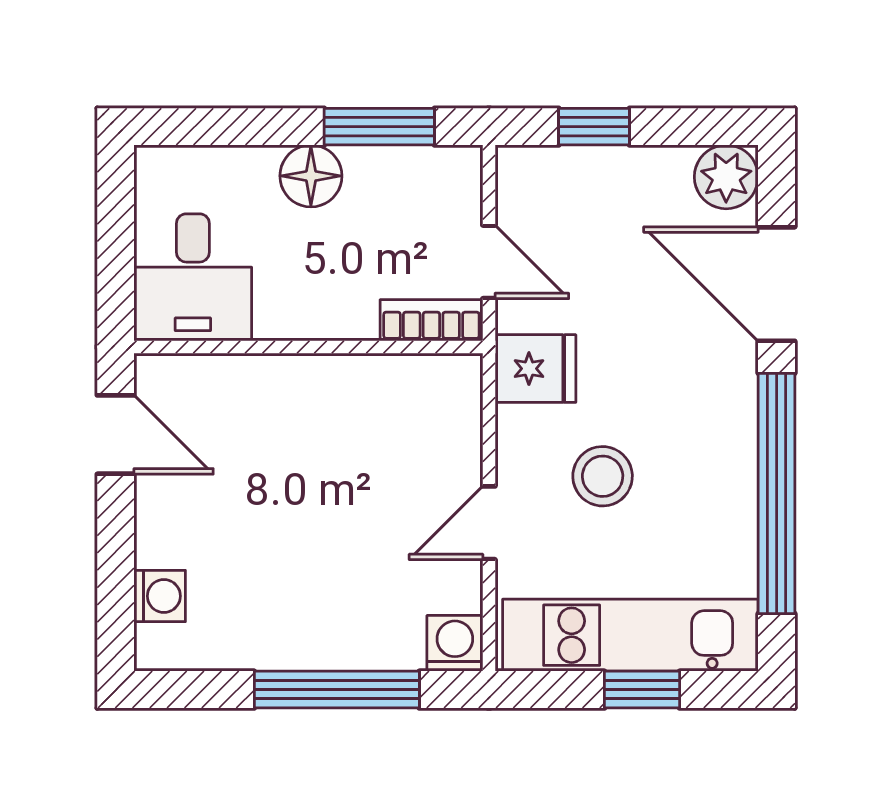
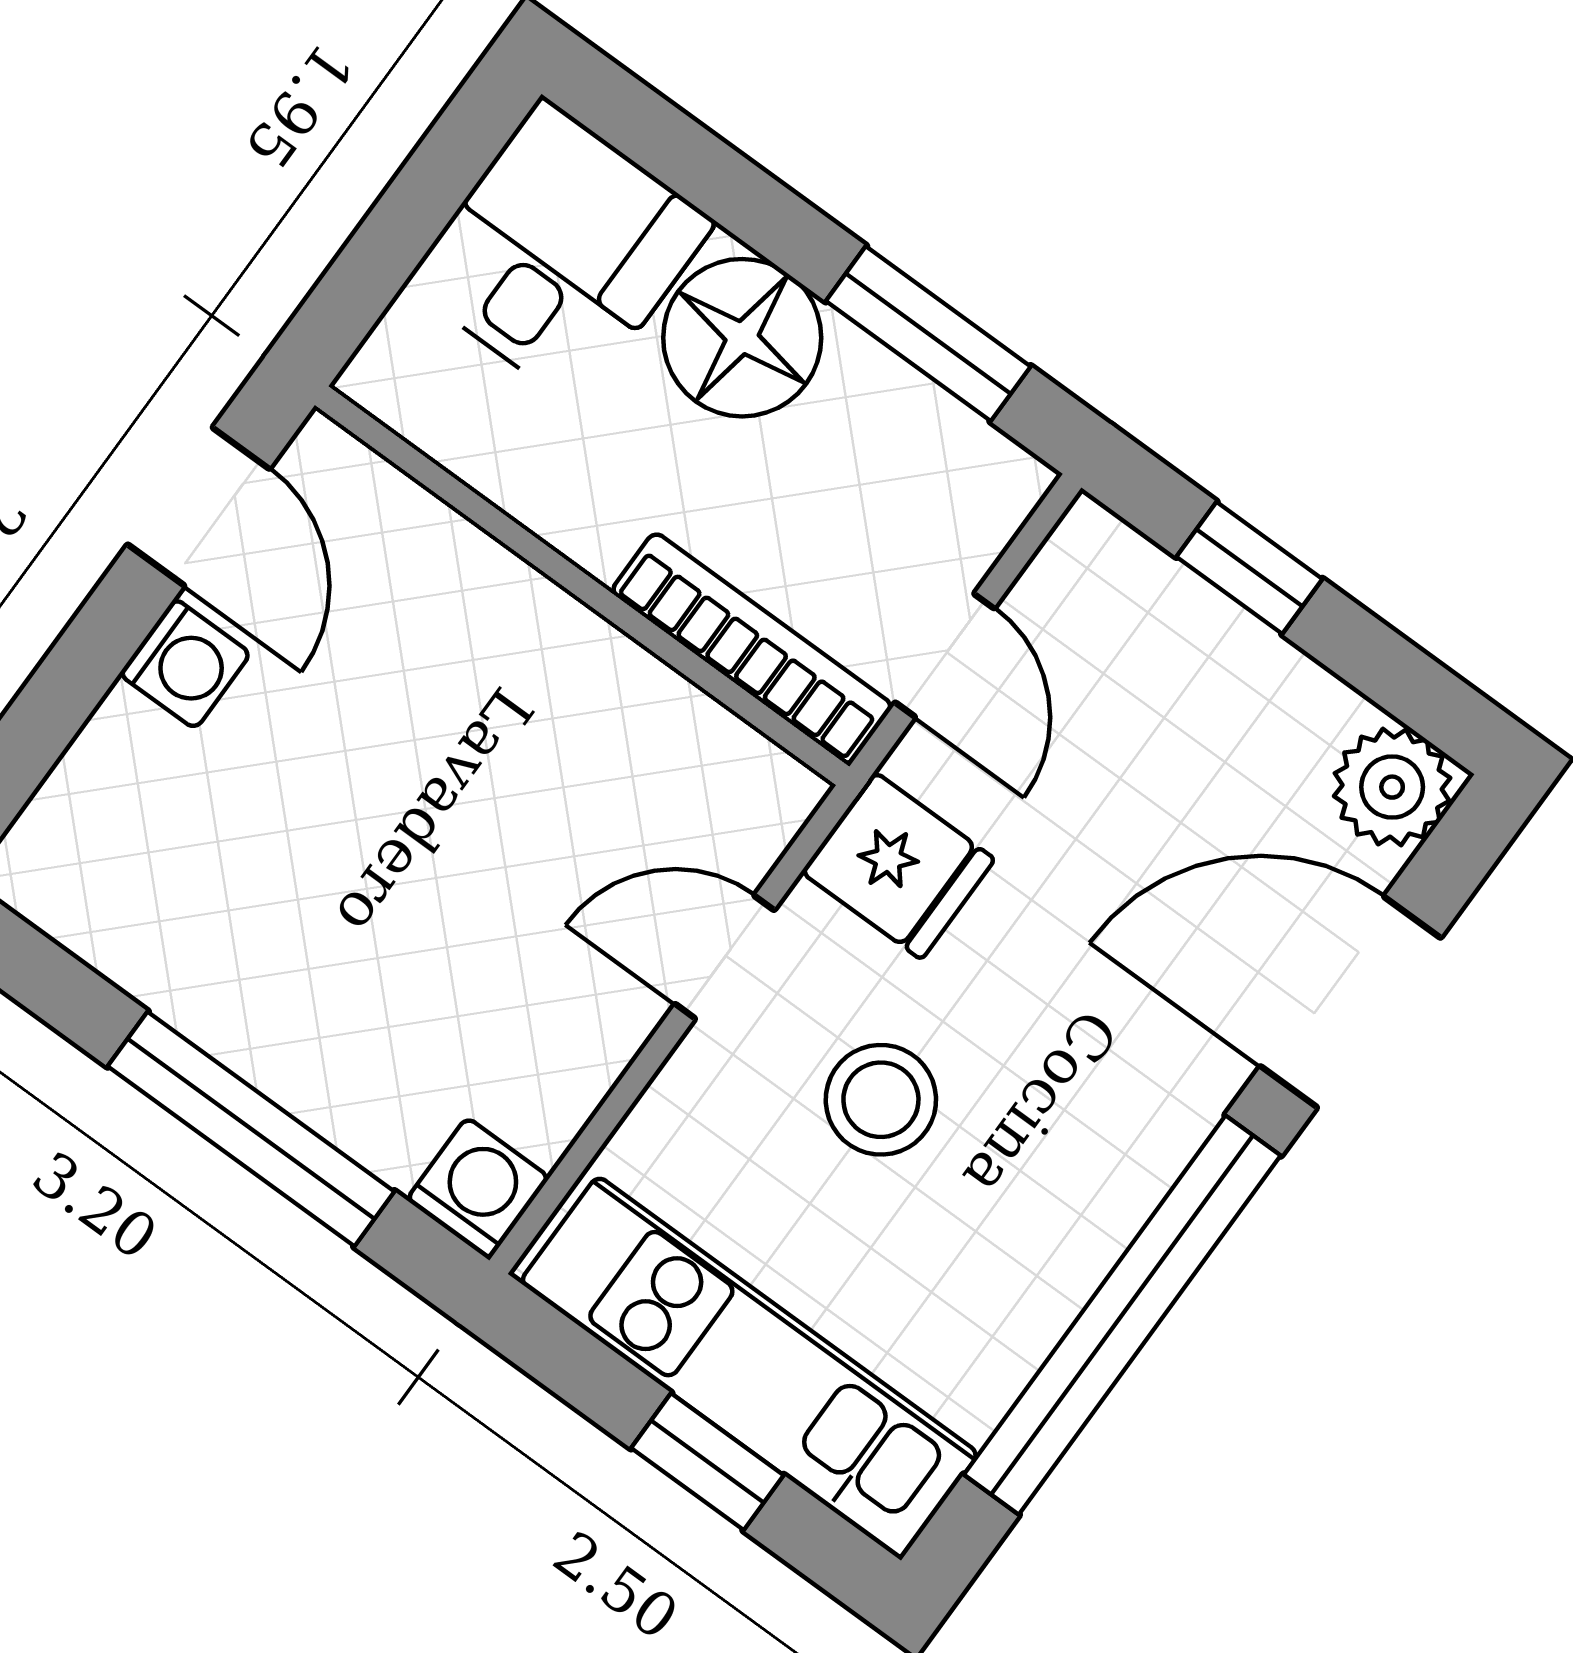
floor lamp: (311, 176) -> (742, 338), width x1.38, depth x1.38
desk: (193, 277) -> (560, 253), moved, turned 180
door: (777, 284) -> (1350, 1002), hinge flipped
bookcase: (431, 320) -> (752, 649), width x1.56
door: (489, 523) -> (725, 957), moved
washing machine: (160, 596) -> (185, 664), moved

